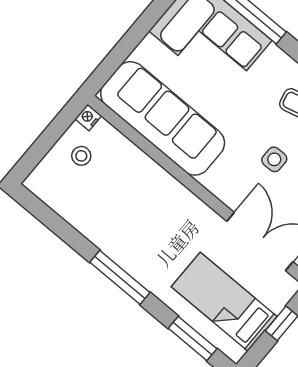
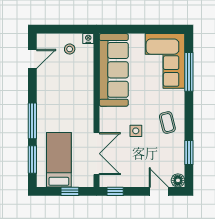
door: (51, 220) -> (32, 59), added
window: (120, 277) -> (32, 121), moved

